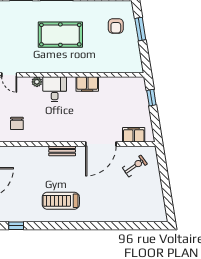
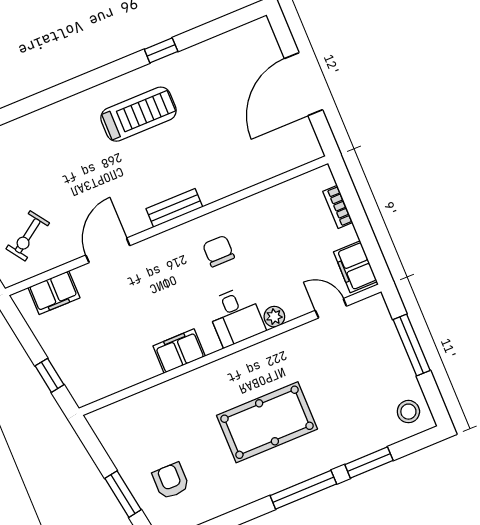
chair: (17, 123) -> (219, 251), moved
door: (101, 144) -> (108, 250), width x0.73
window: (16, 226) -> (161, 50), moved

